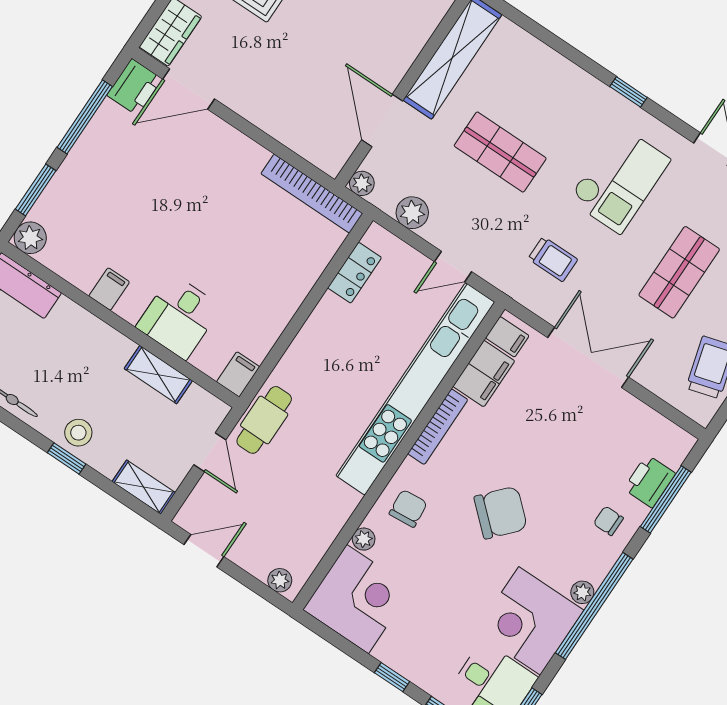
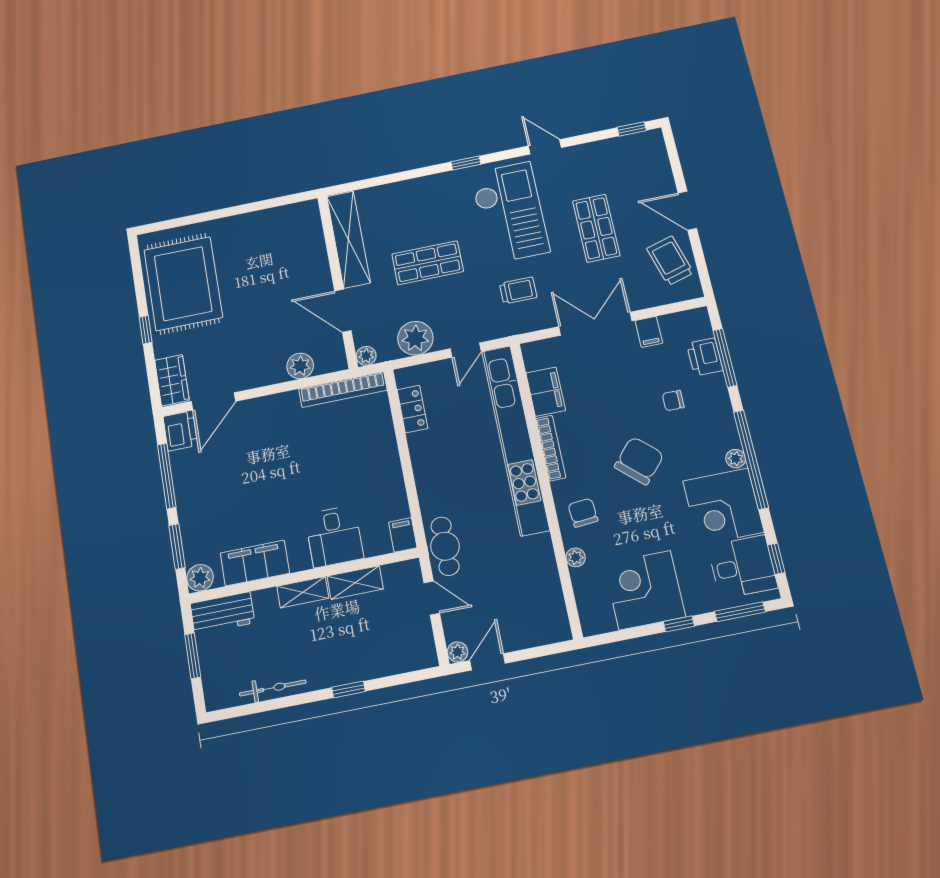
plant: (295, 134) -> (300, 366), added
checkout: (619, 179) -> (510, 212), width x1.36, depth x1.21
plant: (412, 213) -> (415, 338), width x1.36, depth x1.36
filing cabinet: (109, 289) -> (255, 563), width x3.00, depth x1.17
filing cabinet: (507, 337) -> (649, 332), moved, turned 90
stool: (78, 433) -> (341, 666), removed
shelving: (144, 487) -> (303, 592), moved
chair: (608, 521) -> (673, 401), moved
plant: (280, 580) -> (457, 652), moved
corner desk: (357, 599) -> (645, 590), moved, turned -90

